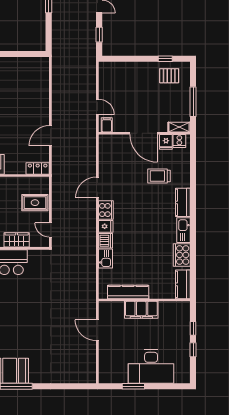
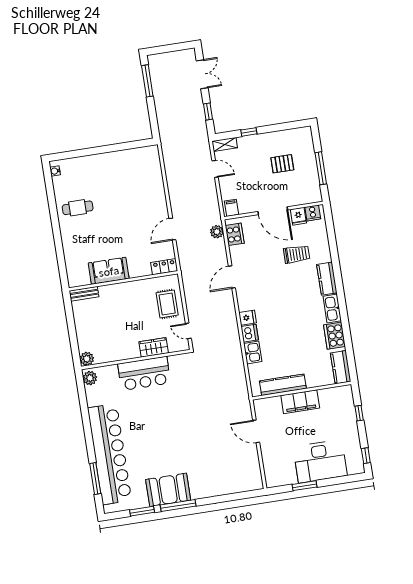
window: (165, 59) -> (249, 132), moved
pallet: (169, 76) -> (282, 164), moved
door: (97, 107) -> (215, 169), moved
shelving: (179, 127) -> (225, 144), moved
plant: (90, 144) -> (217, 232), added
trolley: (159, 176) -> (297, 254), turned 180
rug: (35, 203) -> (167, 304), turned 90
cooker: (106, 210) -> (235, 234), moved
window: (193, 350) -> (366, 456), moved

